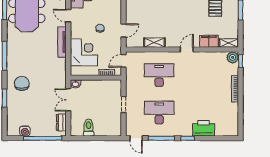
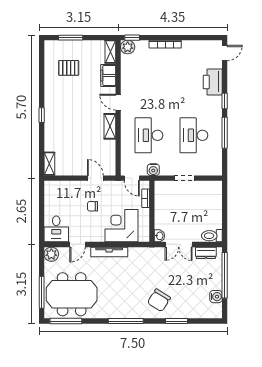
shelving: (154, 43) -> (110, 126), moved
water cooler: (131, 79) -> (153, 170), added
chair: (22, 83) -> (159, 300), turned -58
toilet: (89, 128) -> (212, 236), moved
door: (136, 138) -> (225, 53), moved

